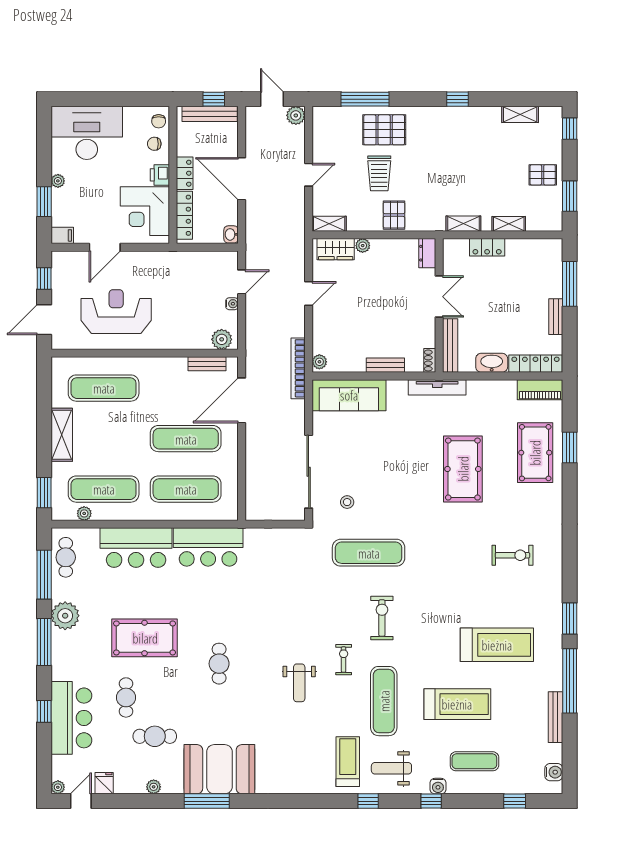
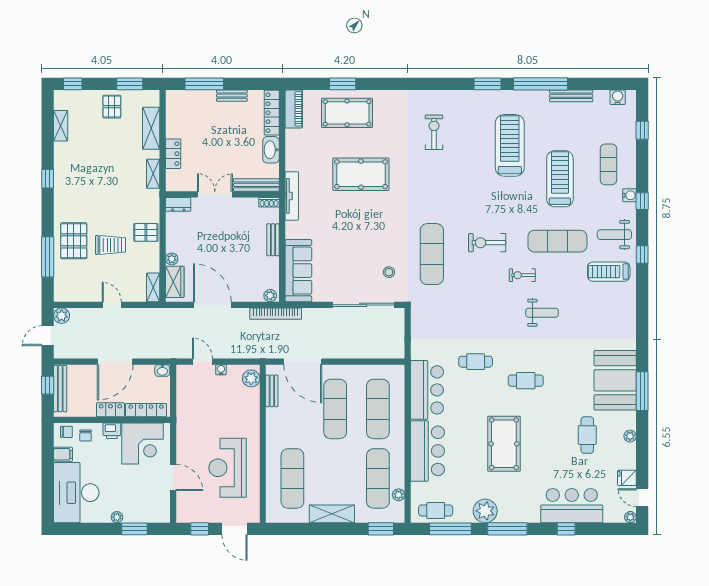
shelving: (509, 224) -> (151, 128), width x1.50, depth x1.33
filing cabinet: (62, 235) -> (63, 454), moved, turned 90
door: (309, 293) -> (212, 305), width x1.88
cafe table: (126, 697) -> (476, 362), moved
weight bench: (391, 768) -> (614, 235), turned 90

